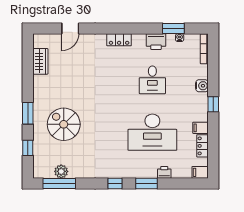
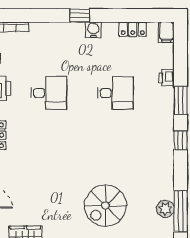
water cooler: (202, 86) -> (93, 30), moved
filing cabinet: (201, 128) -> (110, 32), removed
desk: (152, 132) -> (115, 93), width x0.53, depth x0.77

